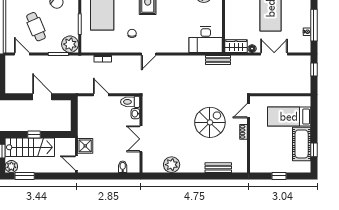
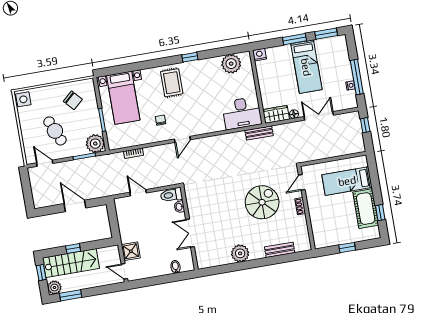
plant: (172, 165) -> (240, 253), moved

